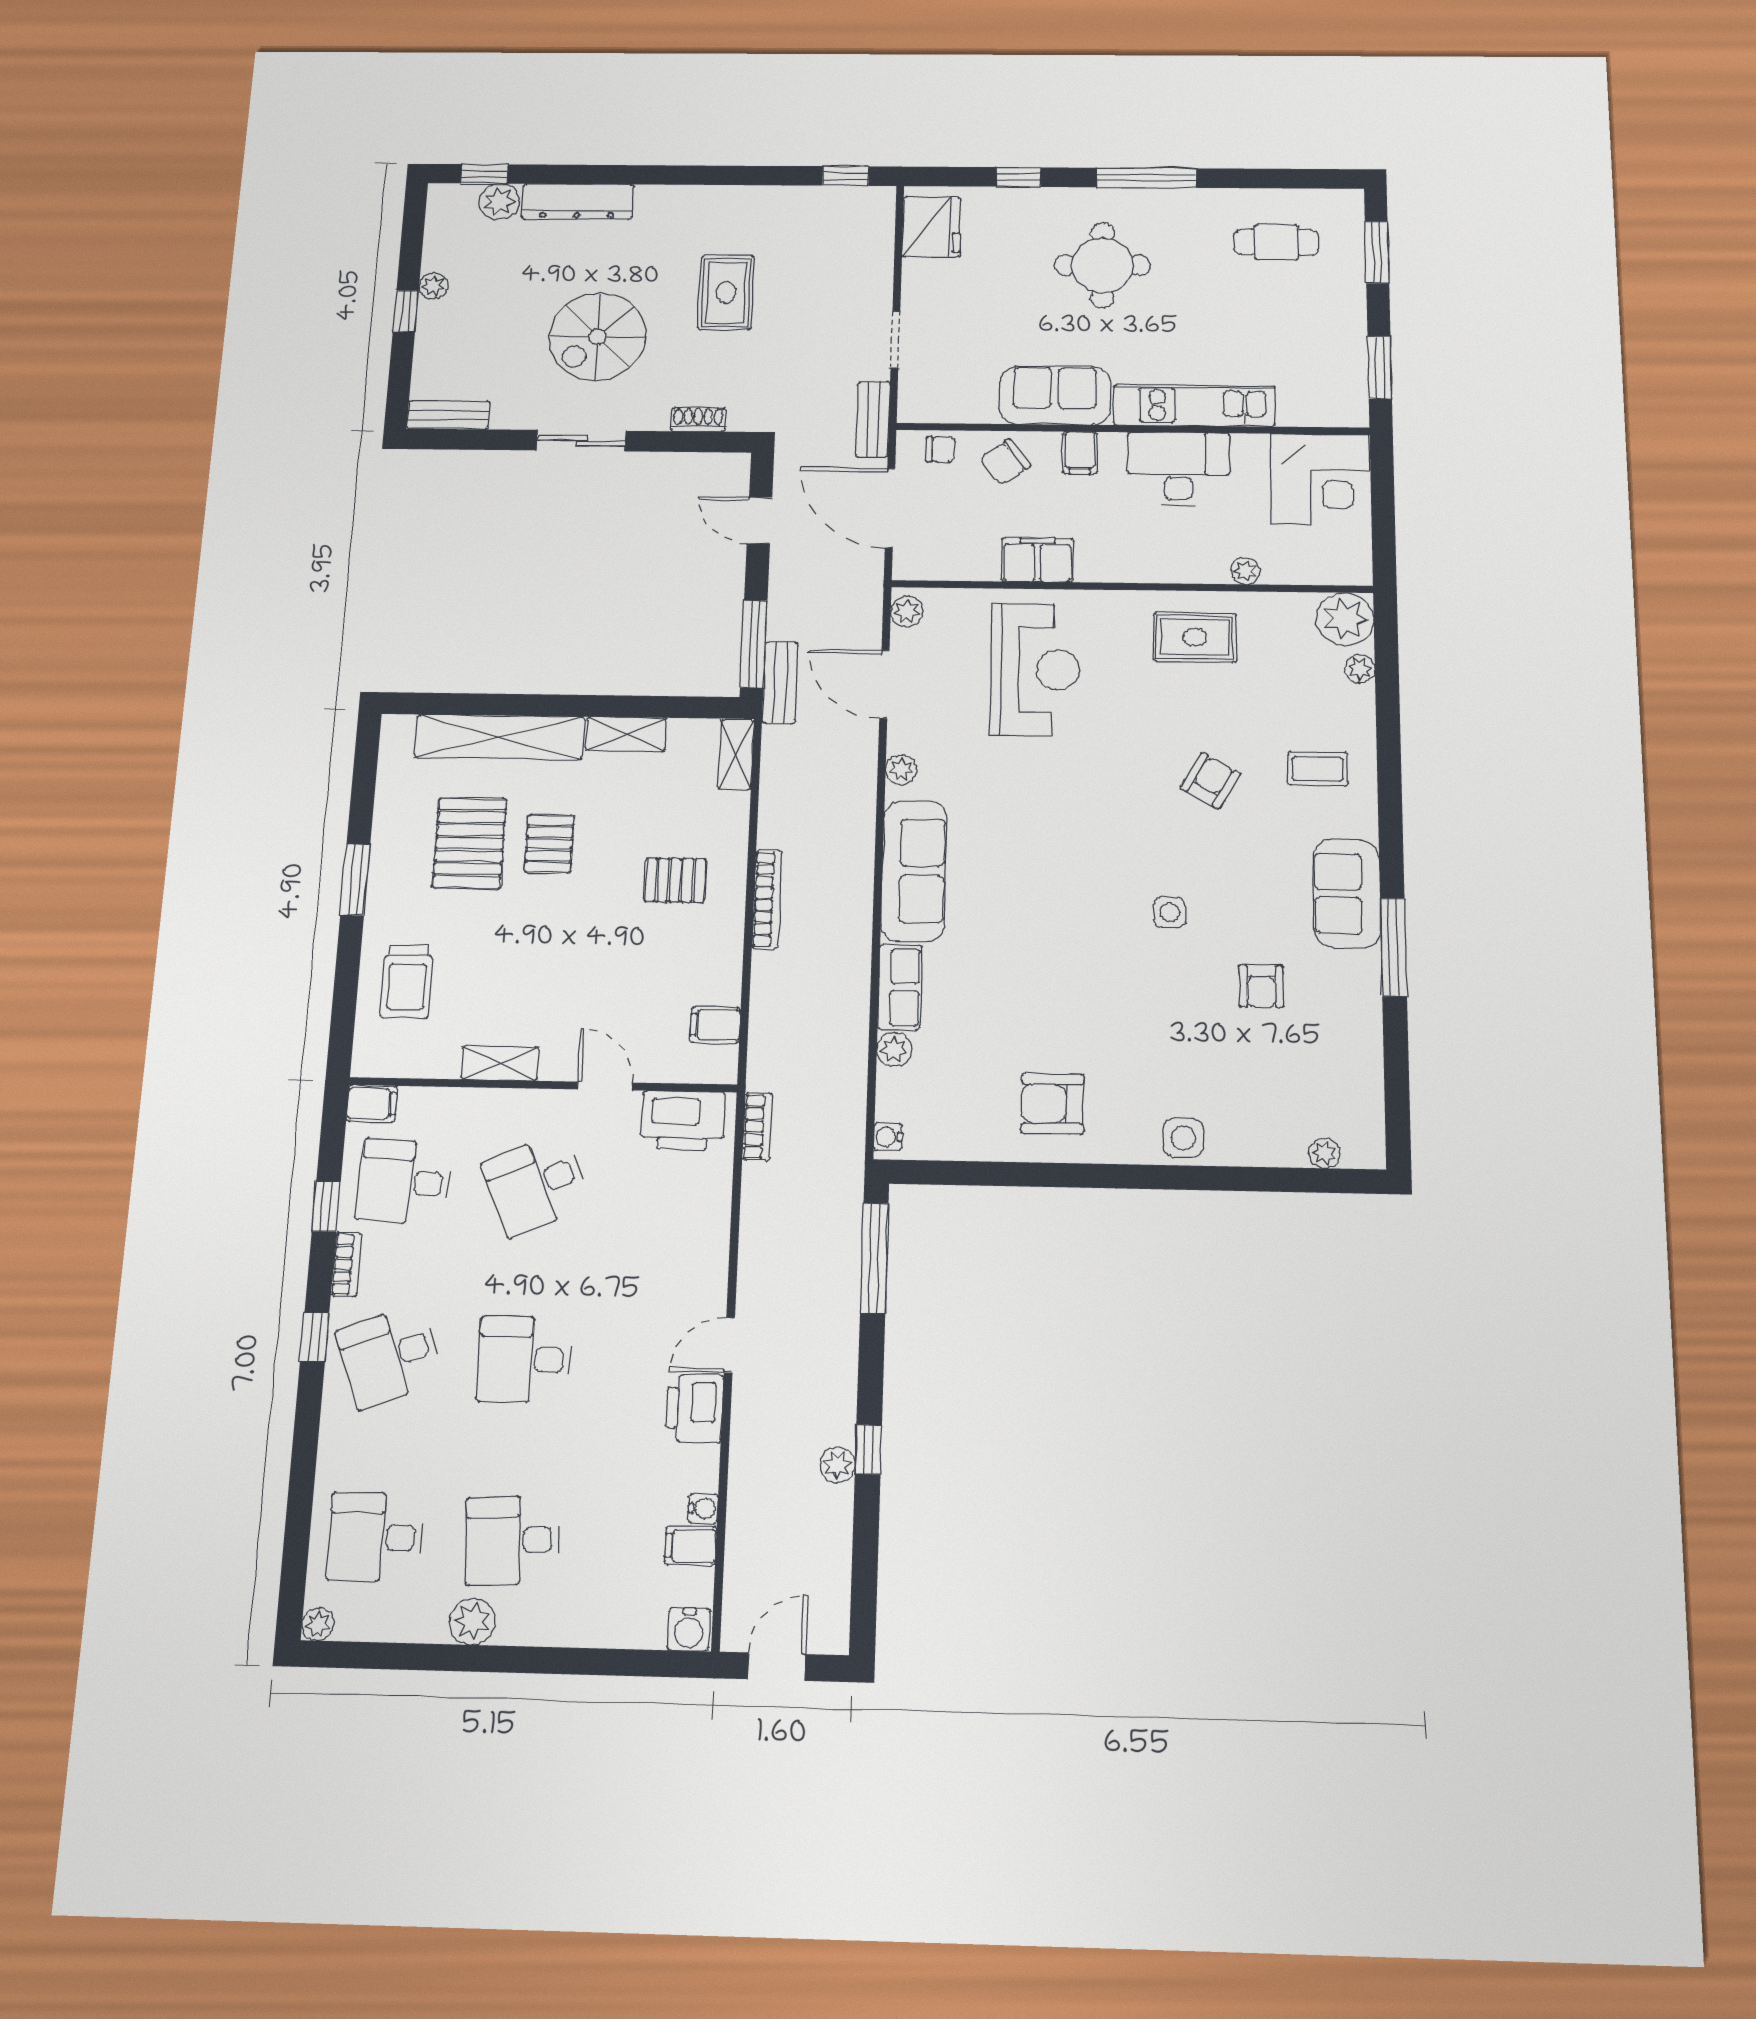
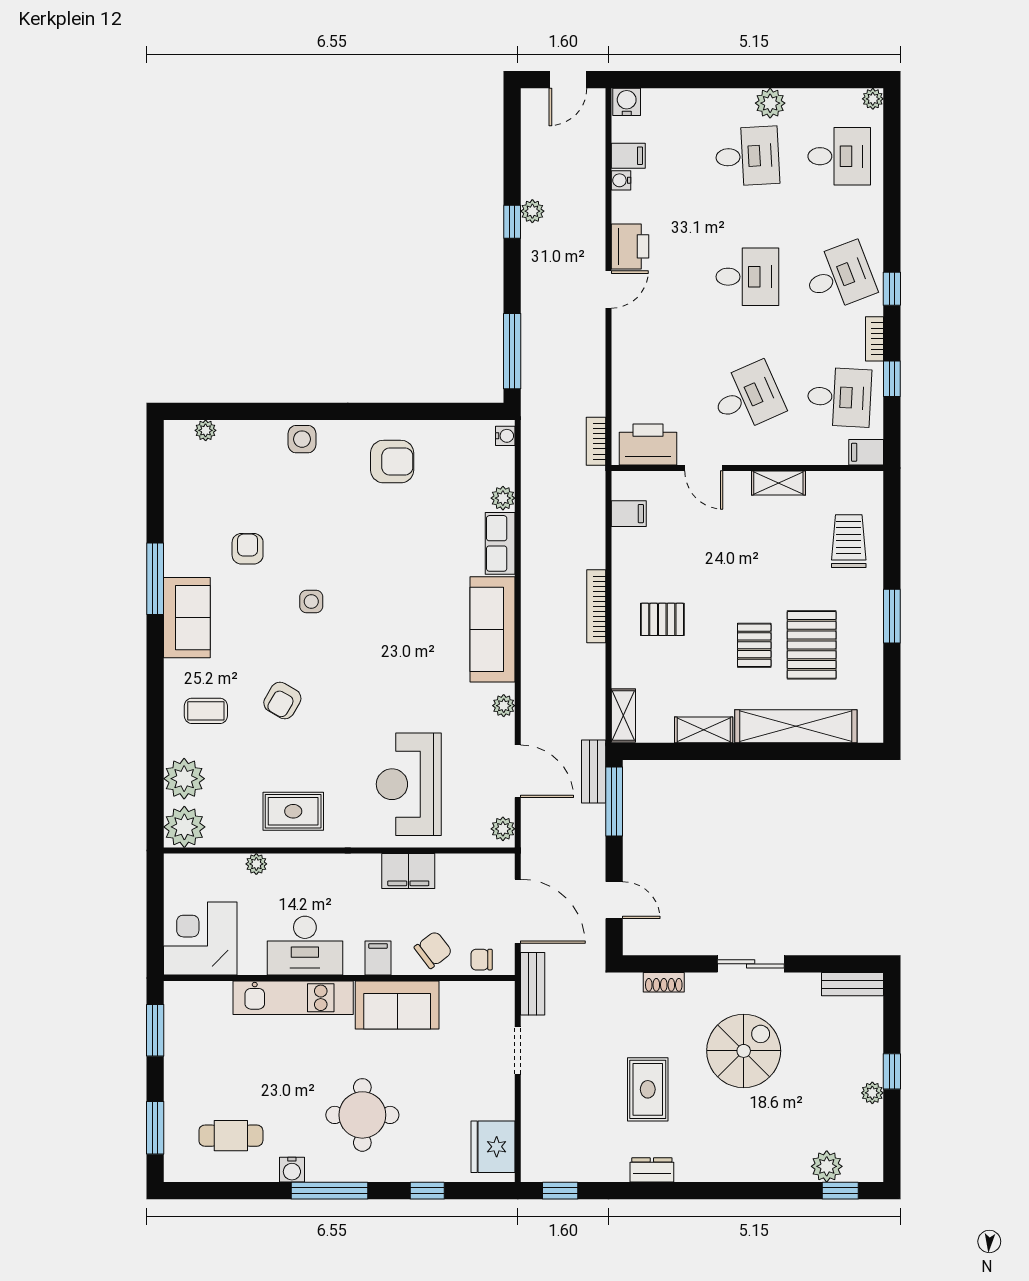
dresser: (577, 202) -> (652, 1170), moved, width x0.51, depth x0.80
water cooler: (1195, 202) -> (292, 1170), added
plant: (1360, 669) -> (184, 779), width x1.87, depth x1.87

